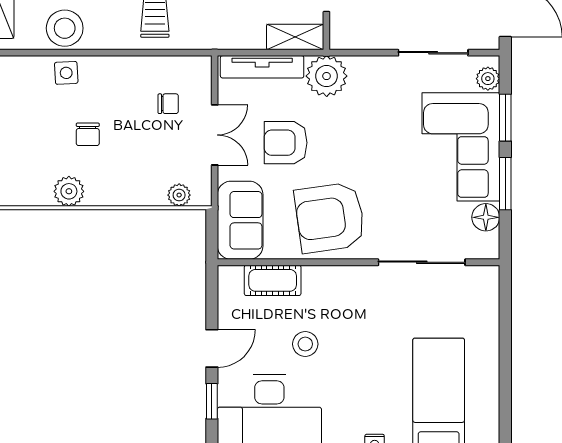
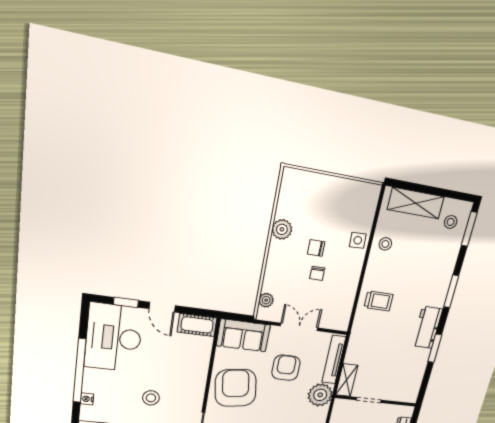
stool: (65, 28) -> (385, 244), width x0.53, depth x0.53
chair: (168, 104) -> (317, 273), moved
double door: (215, 135) -> (299, 327), swing flipped
cot: (273, 280) -> (197, 325), moved, turned 90
stool: (305, 344) -> (151, 398), moved

